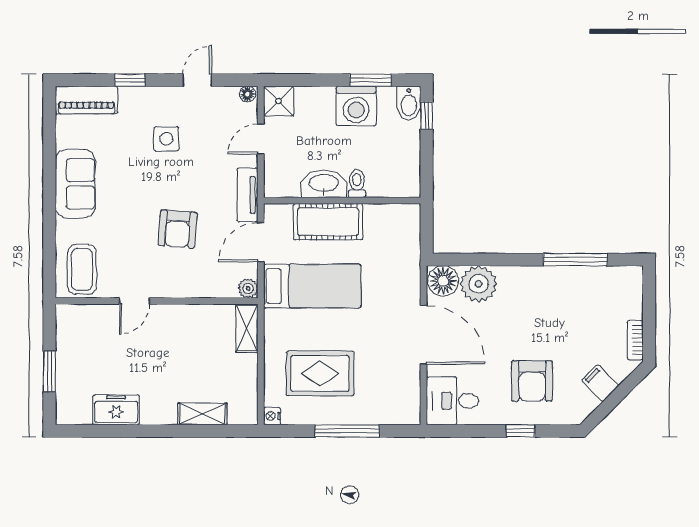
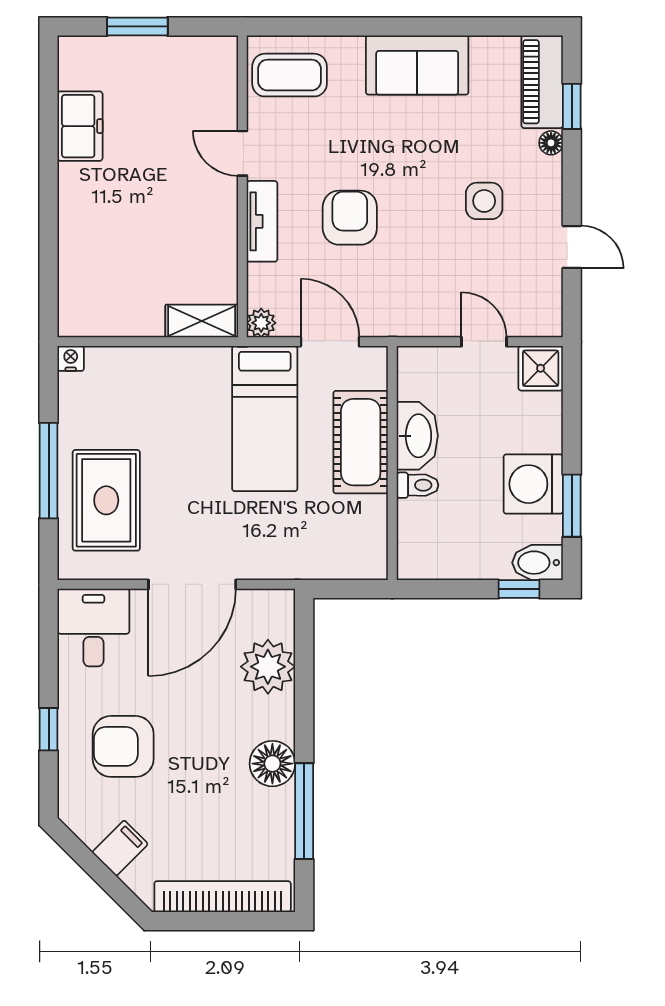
window: (130, 80) -> (572, 106), moved
floor lamp: (247, 94) -> (551, 143), moved
tv unit: (247, 195) -> (262, 221), moved, turned 90
armchair: (178, 229) -> (350, 218), turned 86
floor lamp: (443, 281) -> (272, 764), moved
bookcase: (635, 340) -> (223, 897), width x2.31, depth x1.31
rug: (320, 373) -> (106, 500), moved
shelving: (202, 414) -> (74, 255), removed

